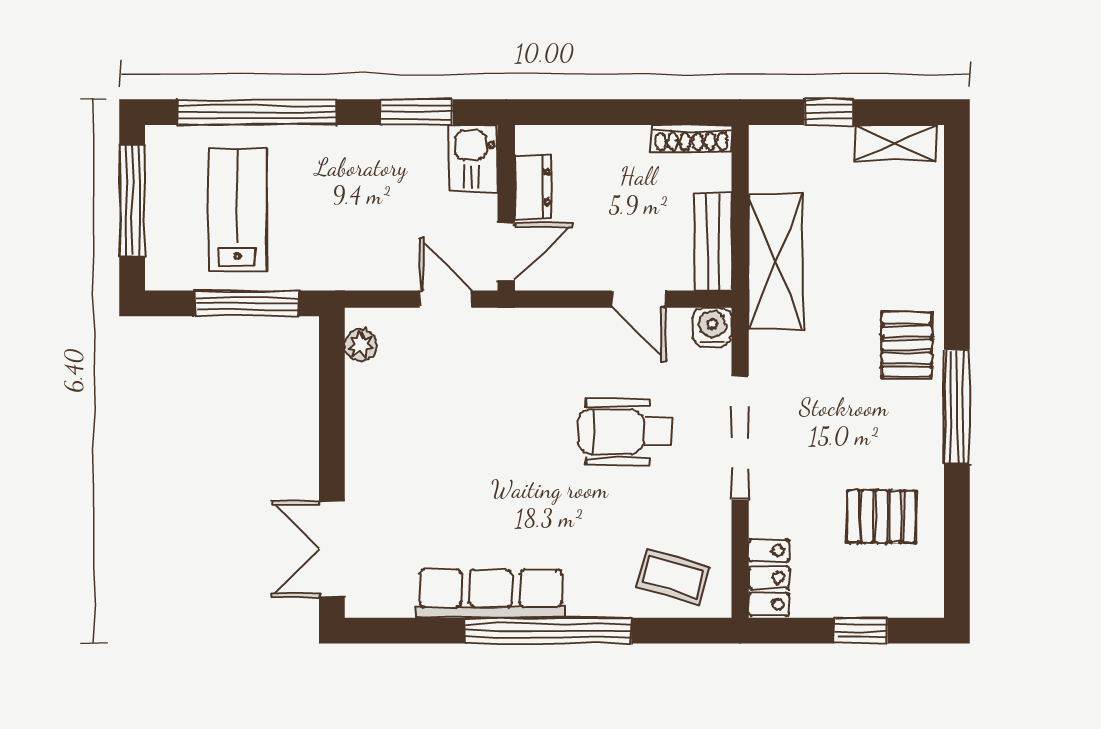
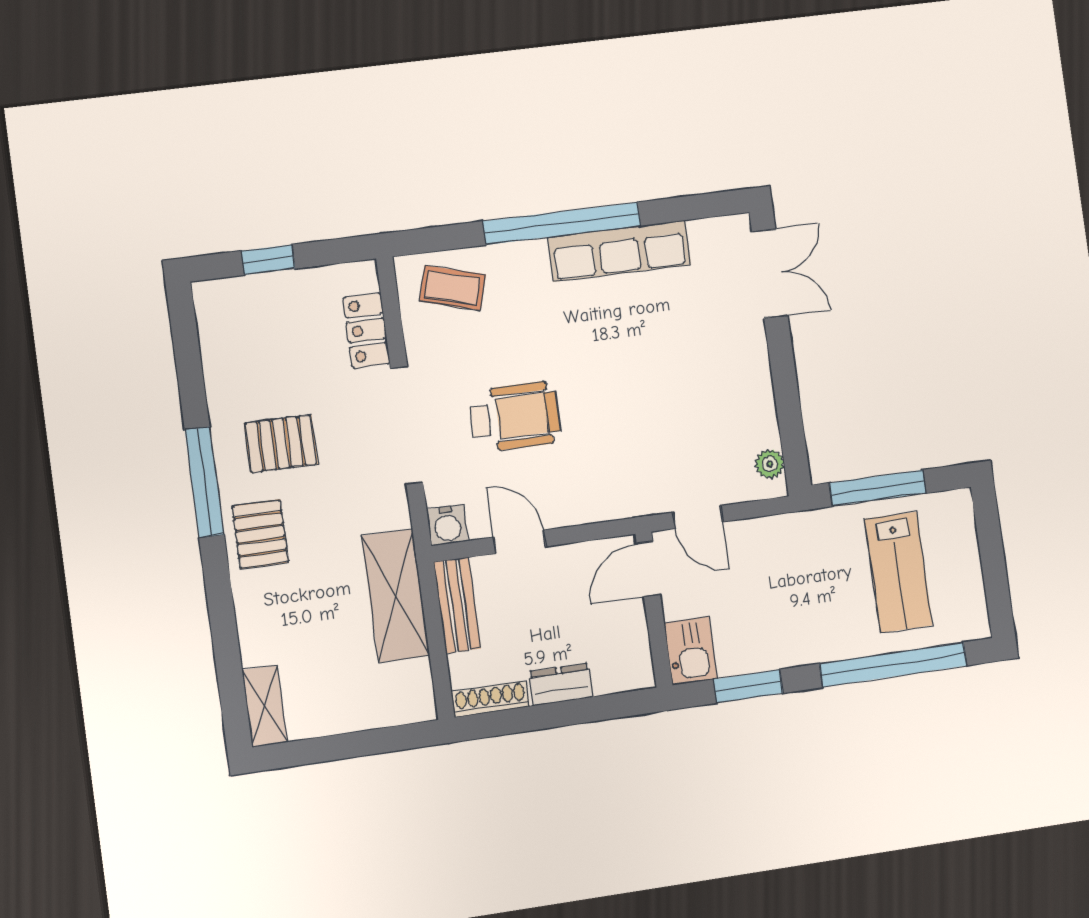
window: (829, 112) -> (364, 743), removed
shelving: (895, 143) -> (265, 706), moved, turned 90
dresser: (533, 187) -> (561, 684), moved, turned 90
window: (132, 200) -> (994, 567), removed
pallet: (881, 517) -> (281, 444), moved
locker: (769, 578) -> (366, 330), moved

